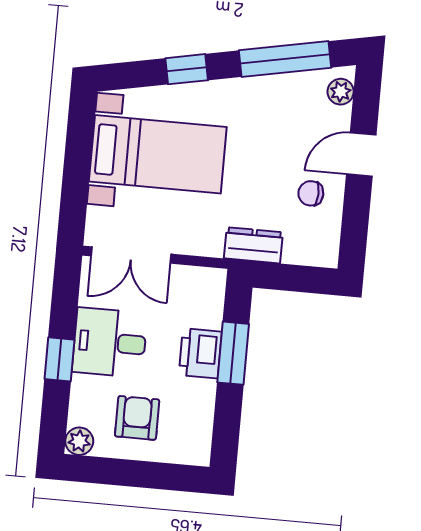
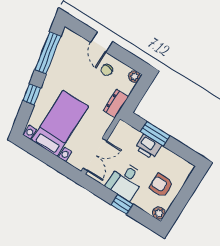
plant: (341, 92) -> (134, 77), moved

